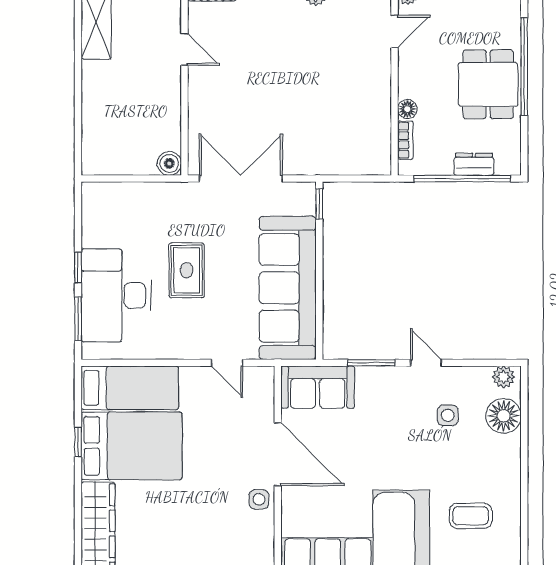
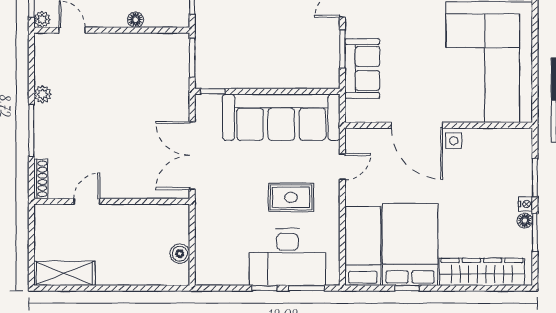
bookcase: (405, 140) -> (161, 21), removed
boiler: (169, 163) -> (180, 254), moved
window: (361, 179) -> (192, 58), added
rug: (187, 270) -> (291, 197), moved
sofa: (318, 387) -> (362, 69), moved
door: (278, 454) -> (417, 125), swing flipped

